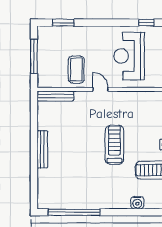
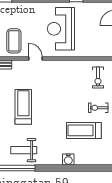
treadmill: (114, 145) -> (23, 107), moved
weight bench: (87, 192) -> (24, 150), added

